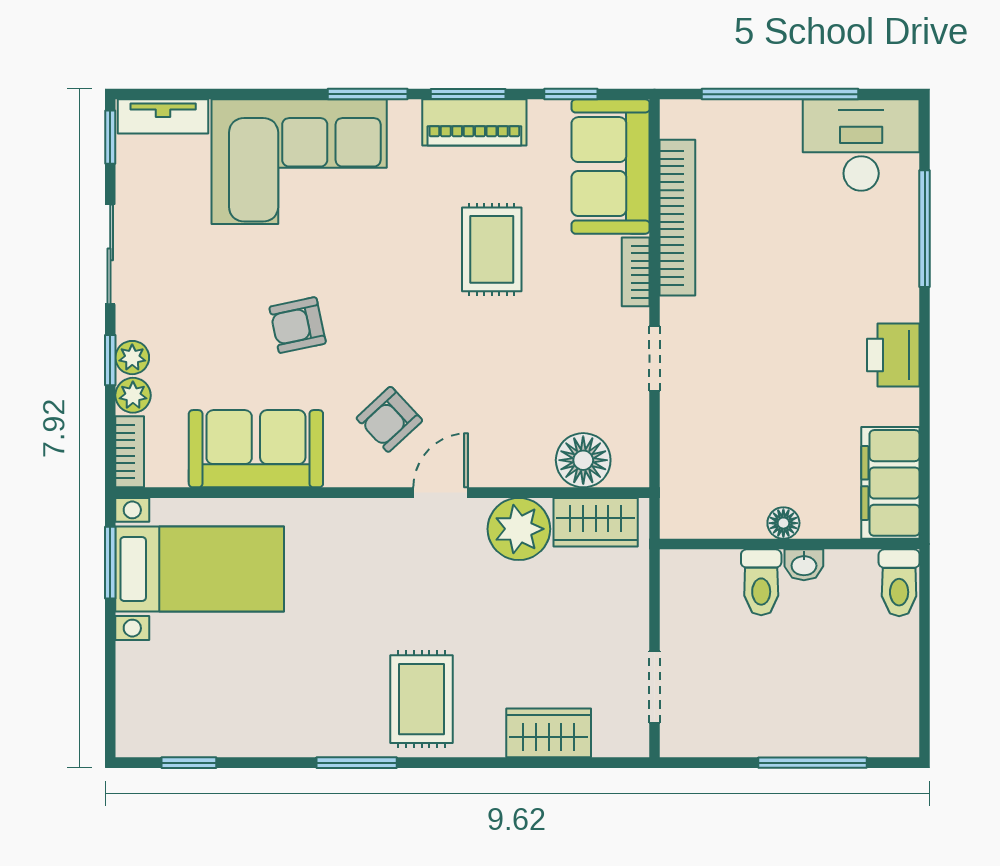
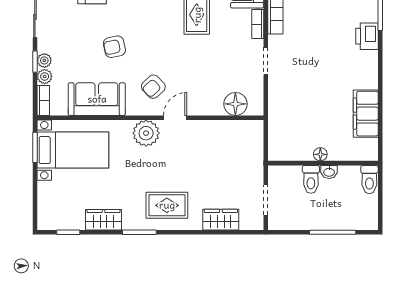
printer: (893, 355) -> (367, 36), moved
wardrobe: (596, 522) -> (104, 220), moved, turned 180
floor lamp: (783, 523) -> (320, 154), moved
plant: (519, 529) -> (146, 133), moved
wall: (790, 544) -> (323, 163), moved
washbasin: (804, 565) -> (329, 172), moved
toilet: (761, 582) -> (311, 179), moved
toilet: (899, 583) -> (369, 180), moved
rug: (422, 699) -> (167, 205), turned 90

